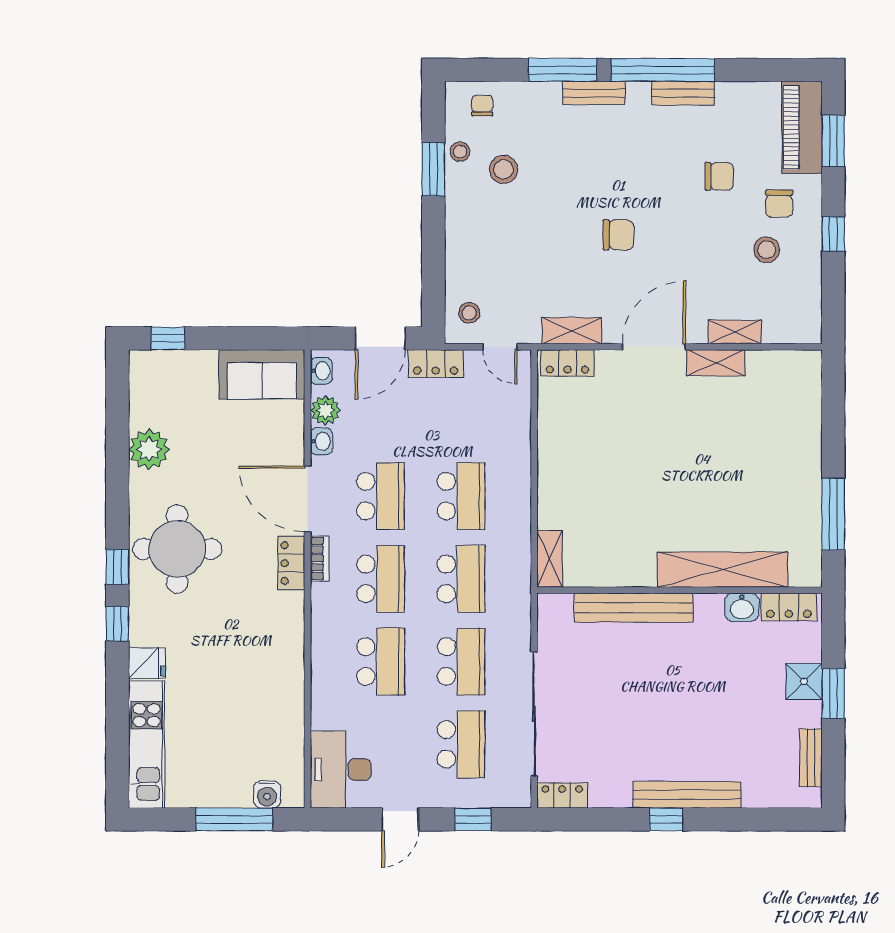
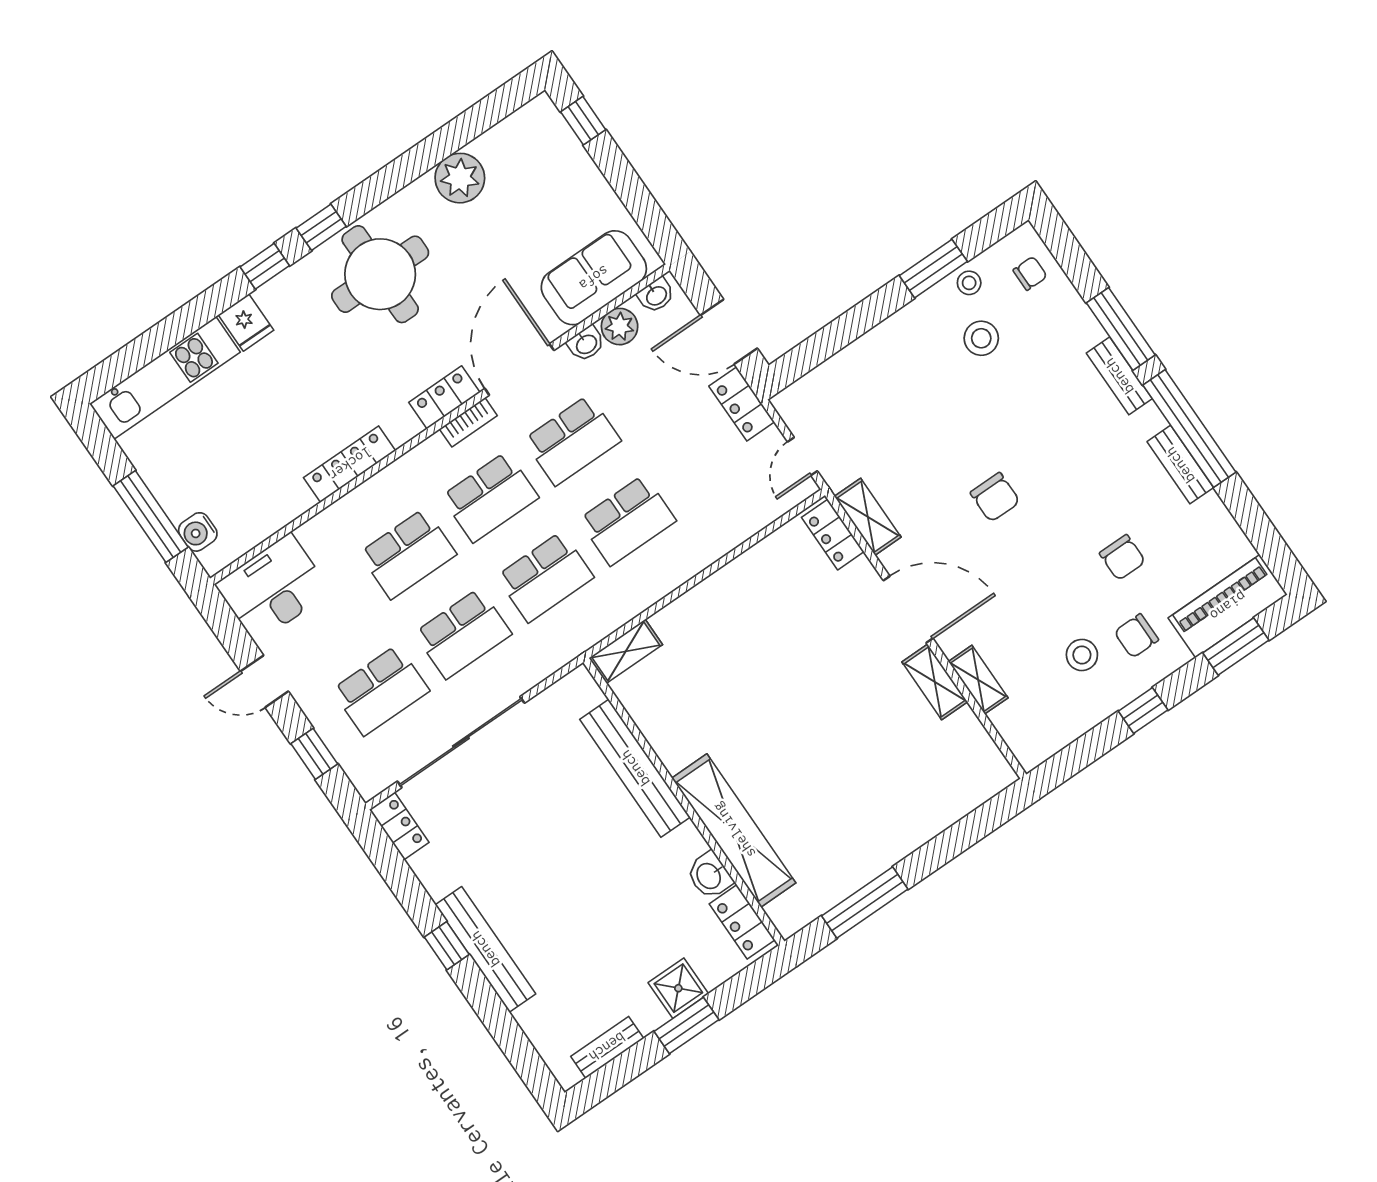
stool: (469, 313) -> (815, 403), removed
sofa: (262, 374) -> (594, 278), moved, turned 90
locker: (292, 659) -> (350, 464), added

